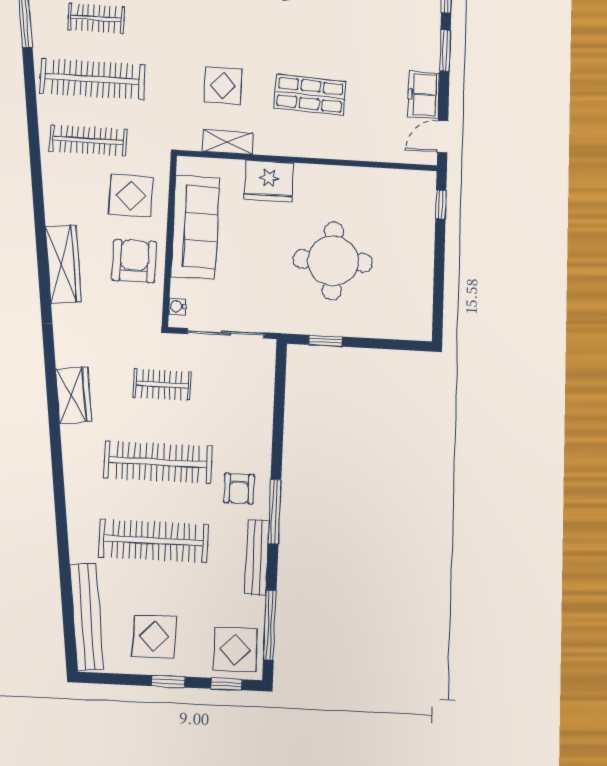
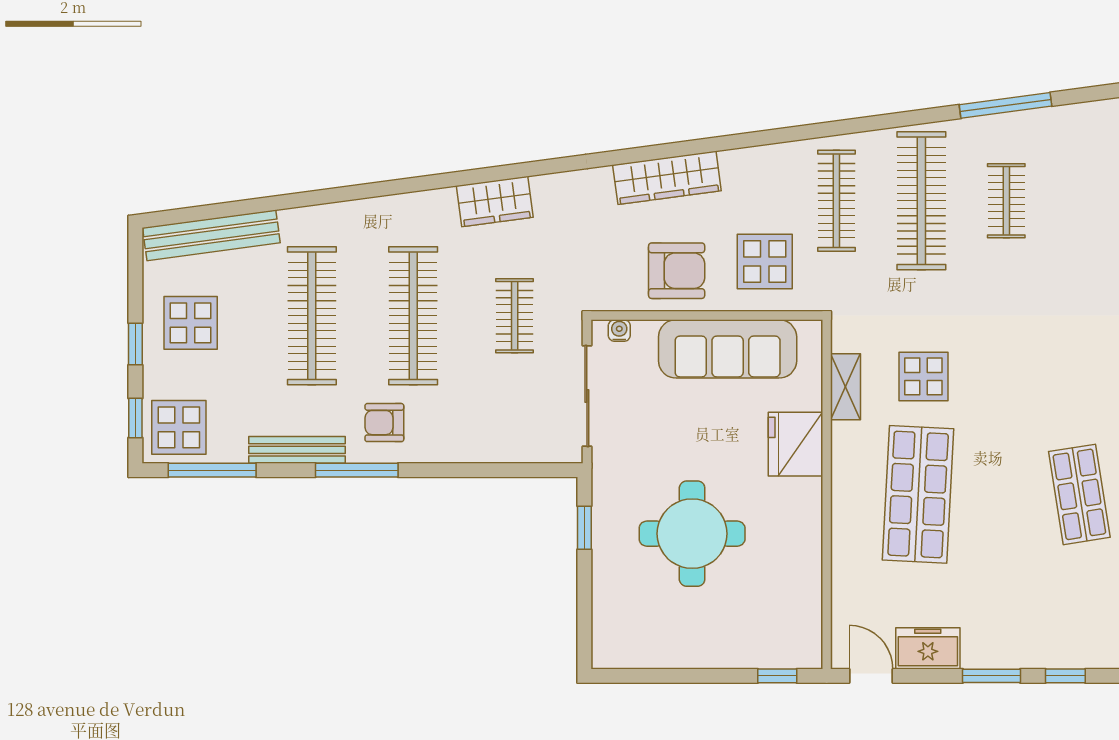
shop shelf: (310, 95) -> (918, 494), width x1.43, depth x1.36

